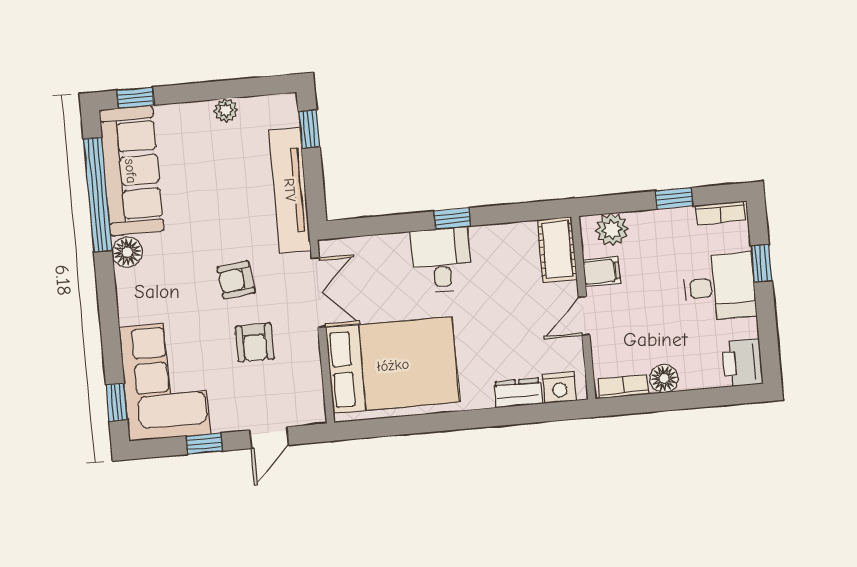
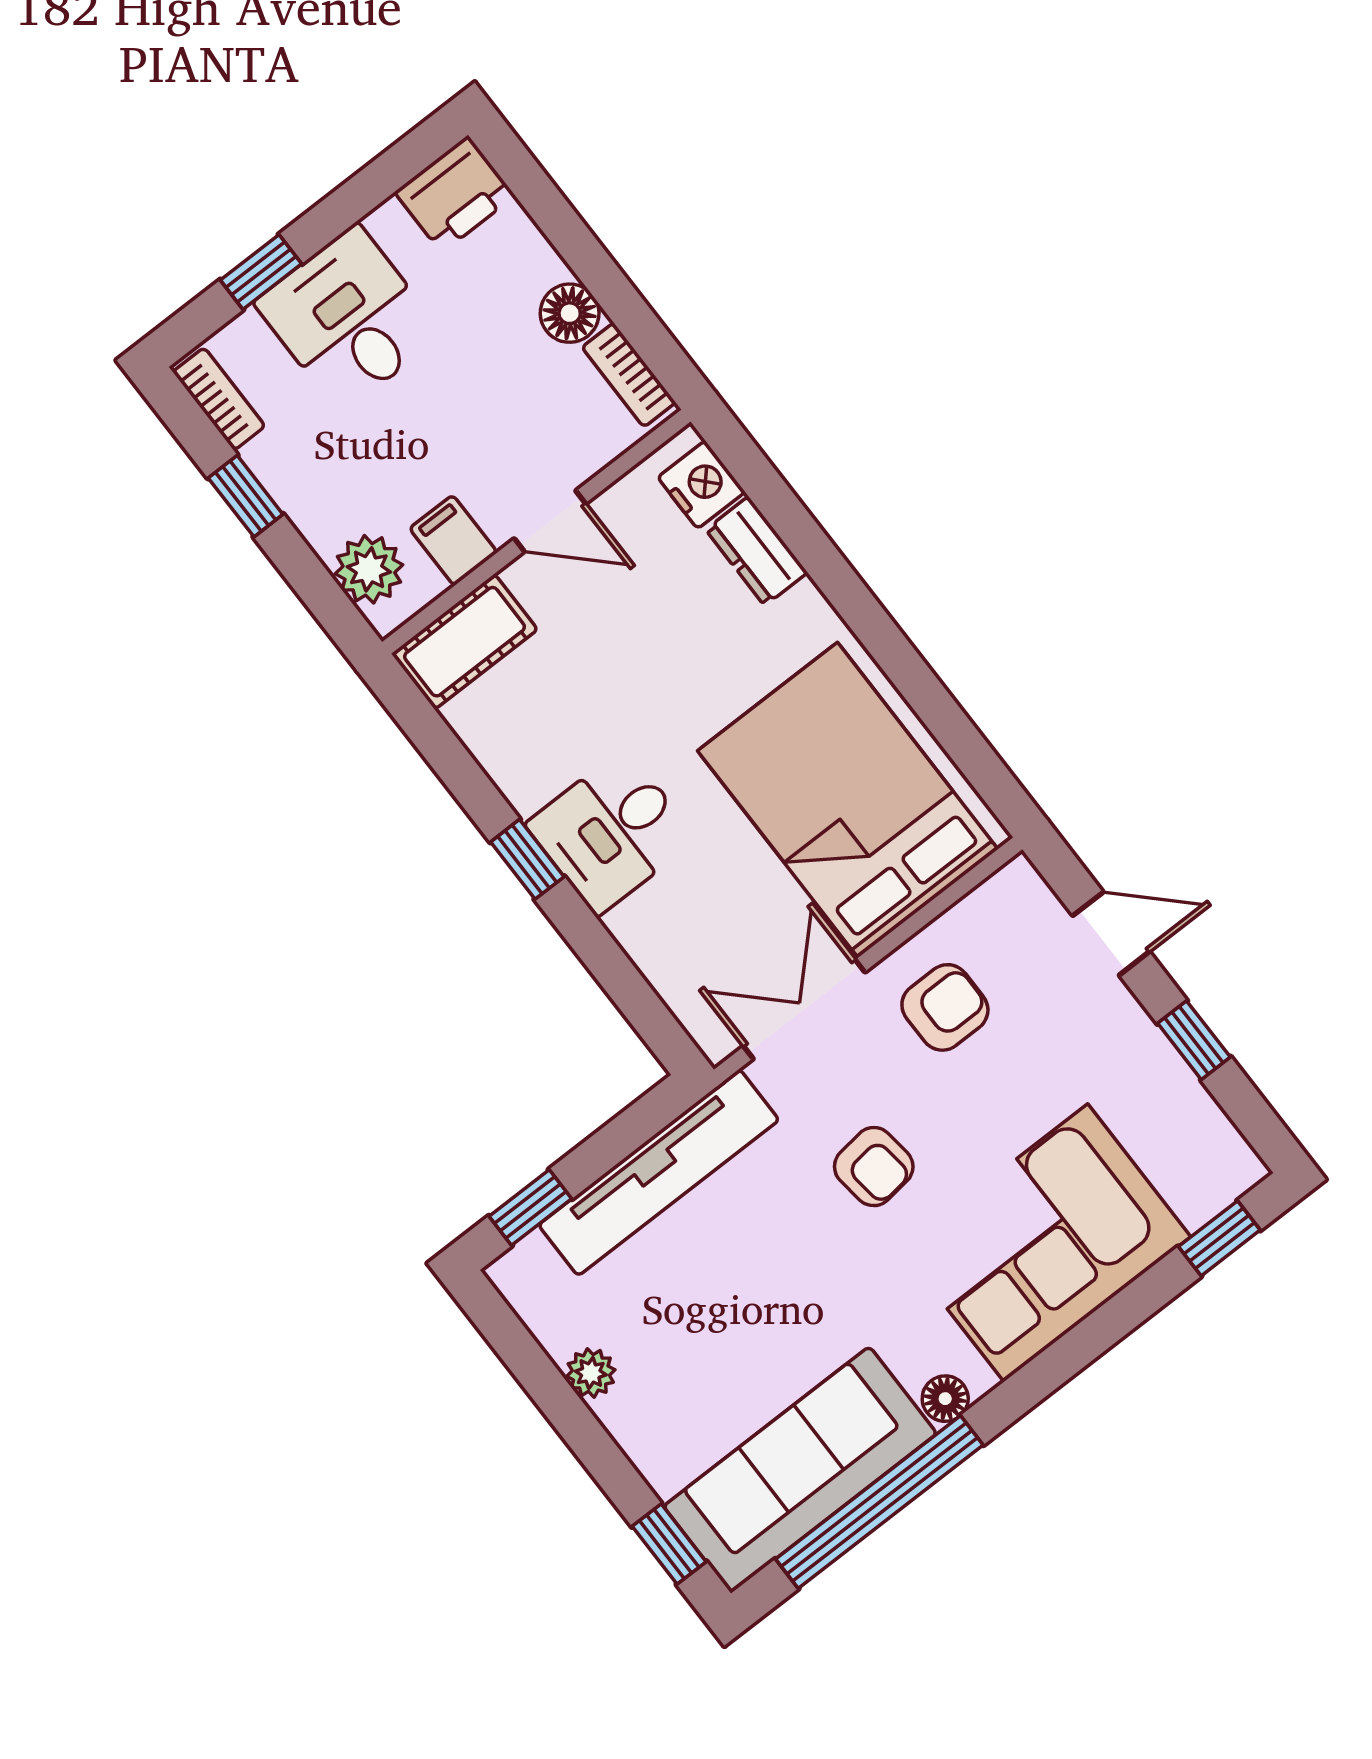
floor lamp: (127, 252) -> (945, 1399), width x0.73, depth x0.73
armchair: (255, 343) -> (945, 1007), moved
corner sofa: (165, 381) -> (1046, 1243), moved

